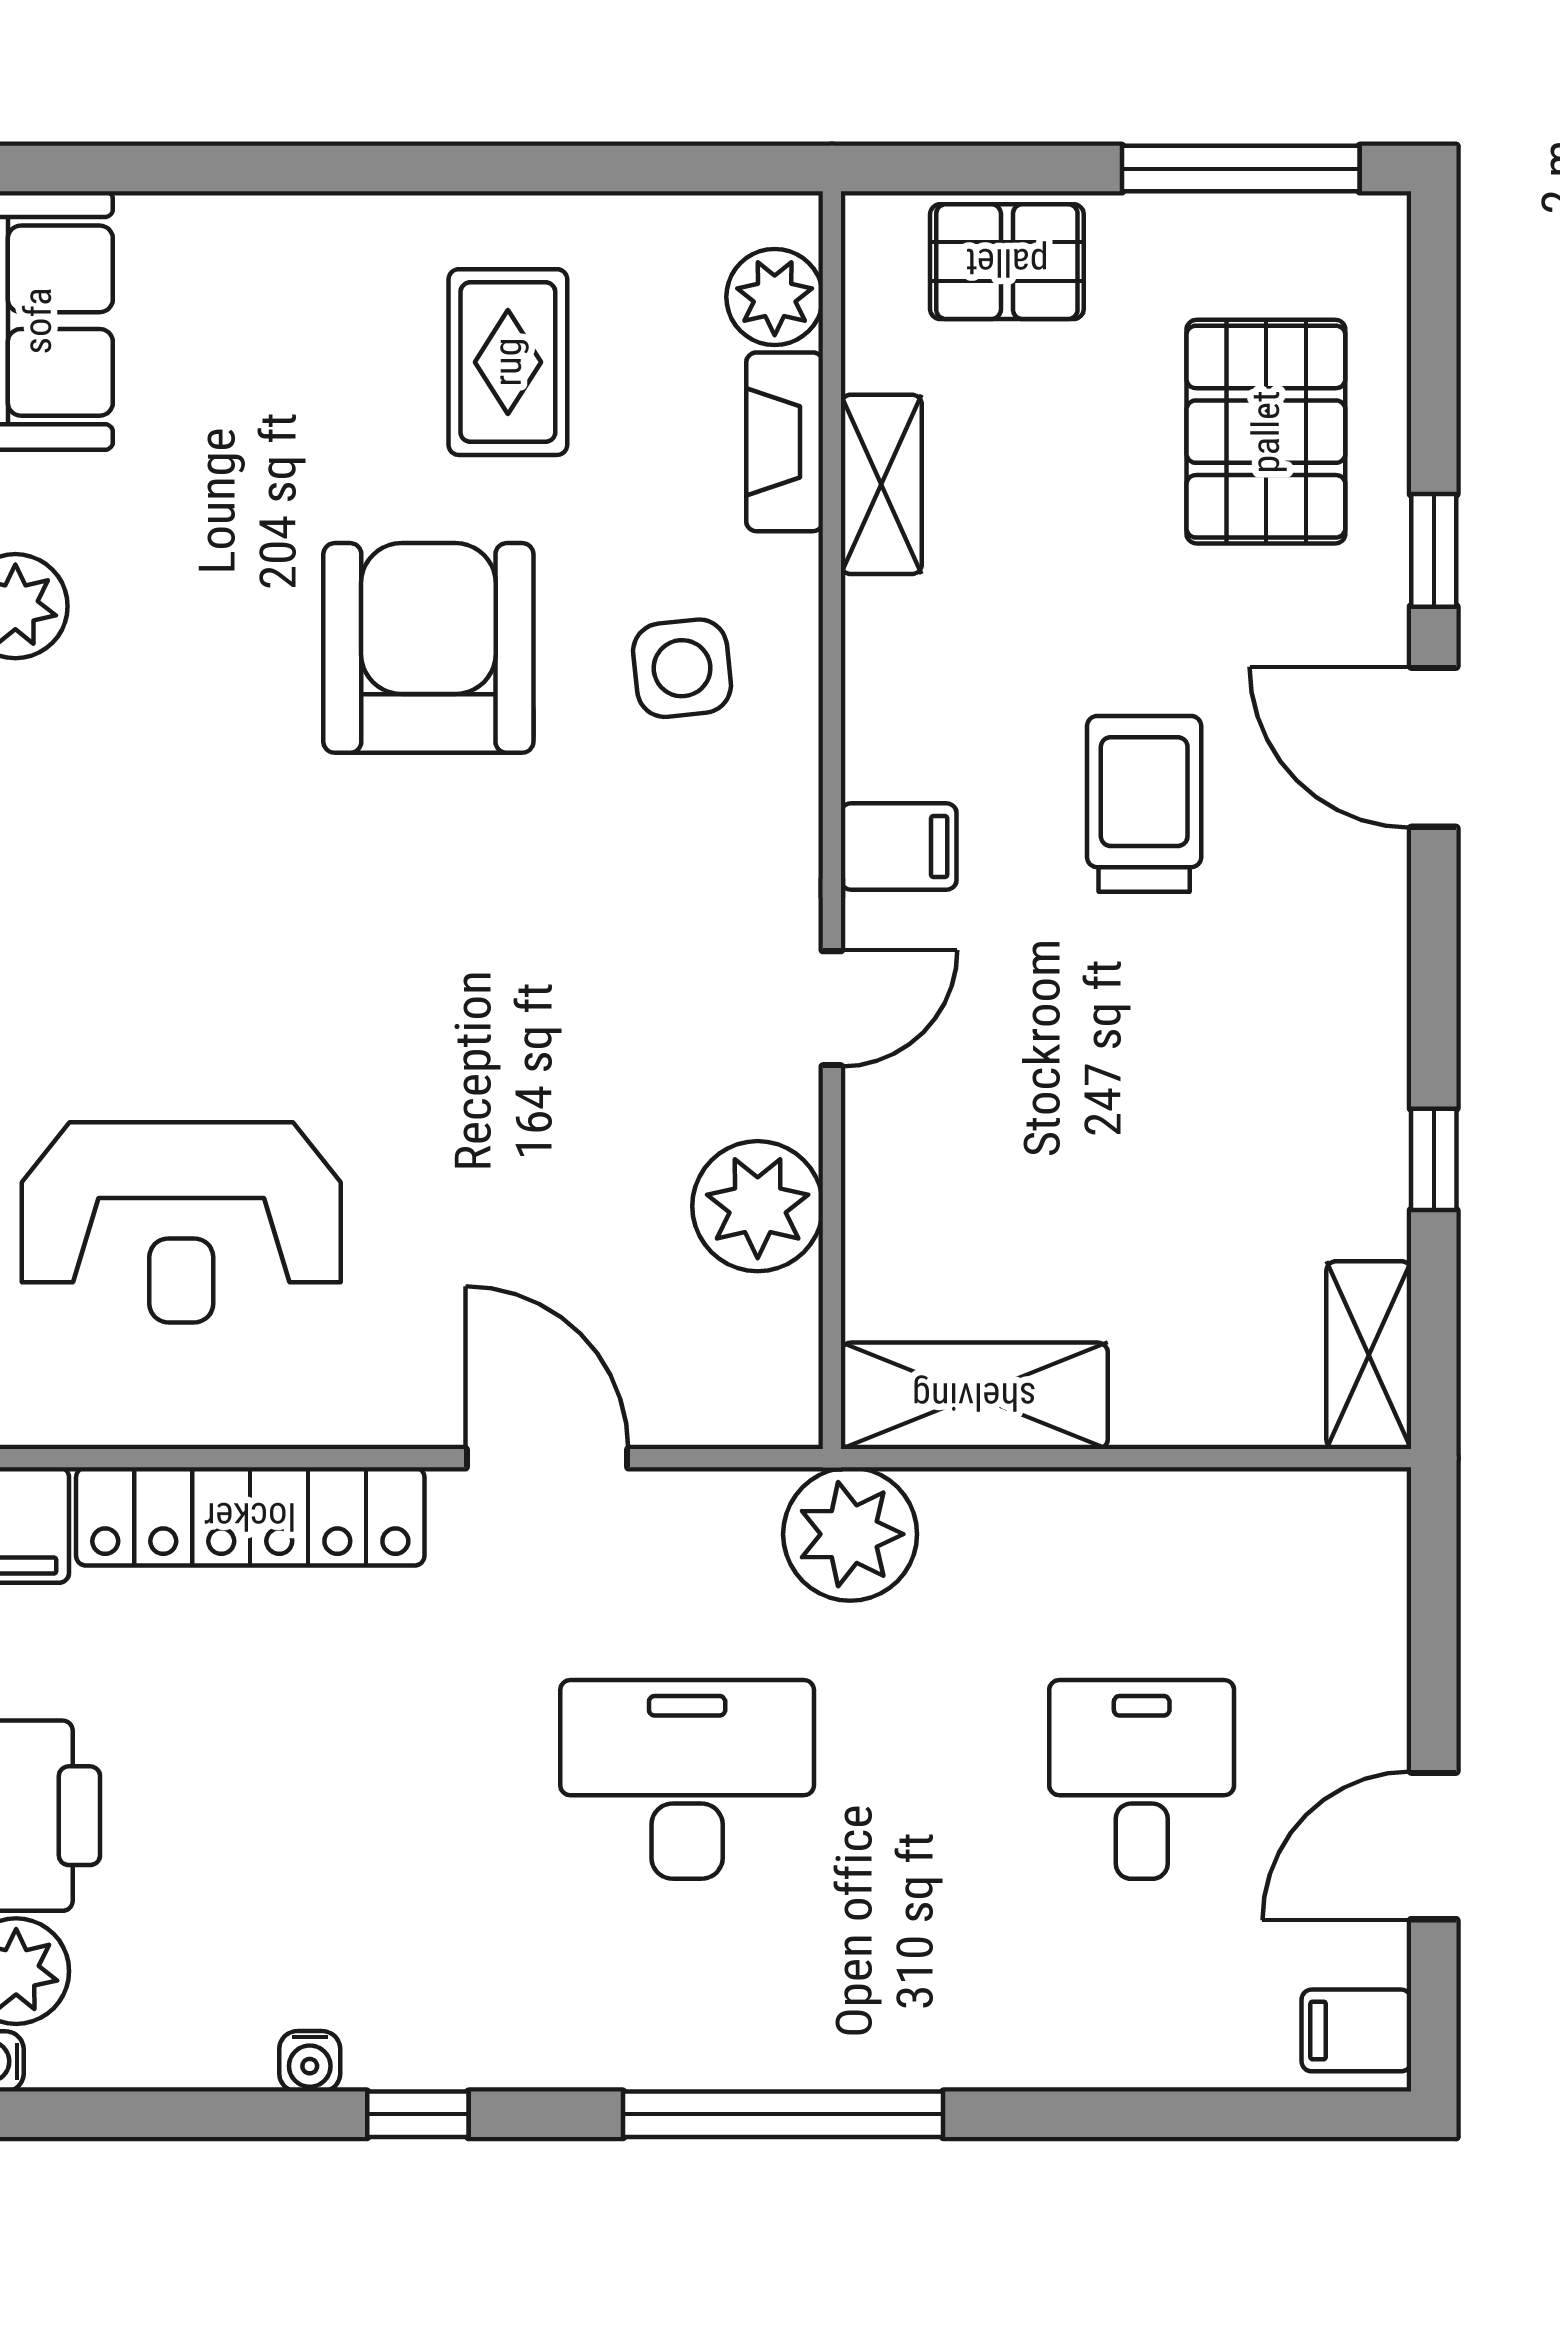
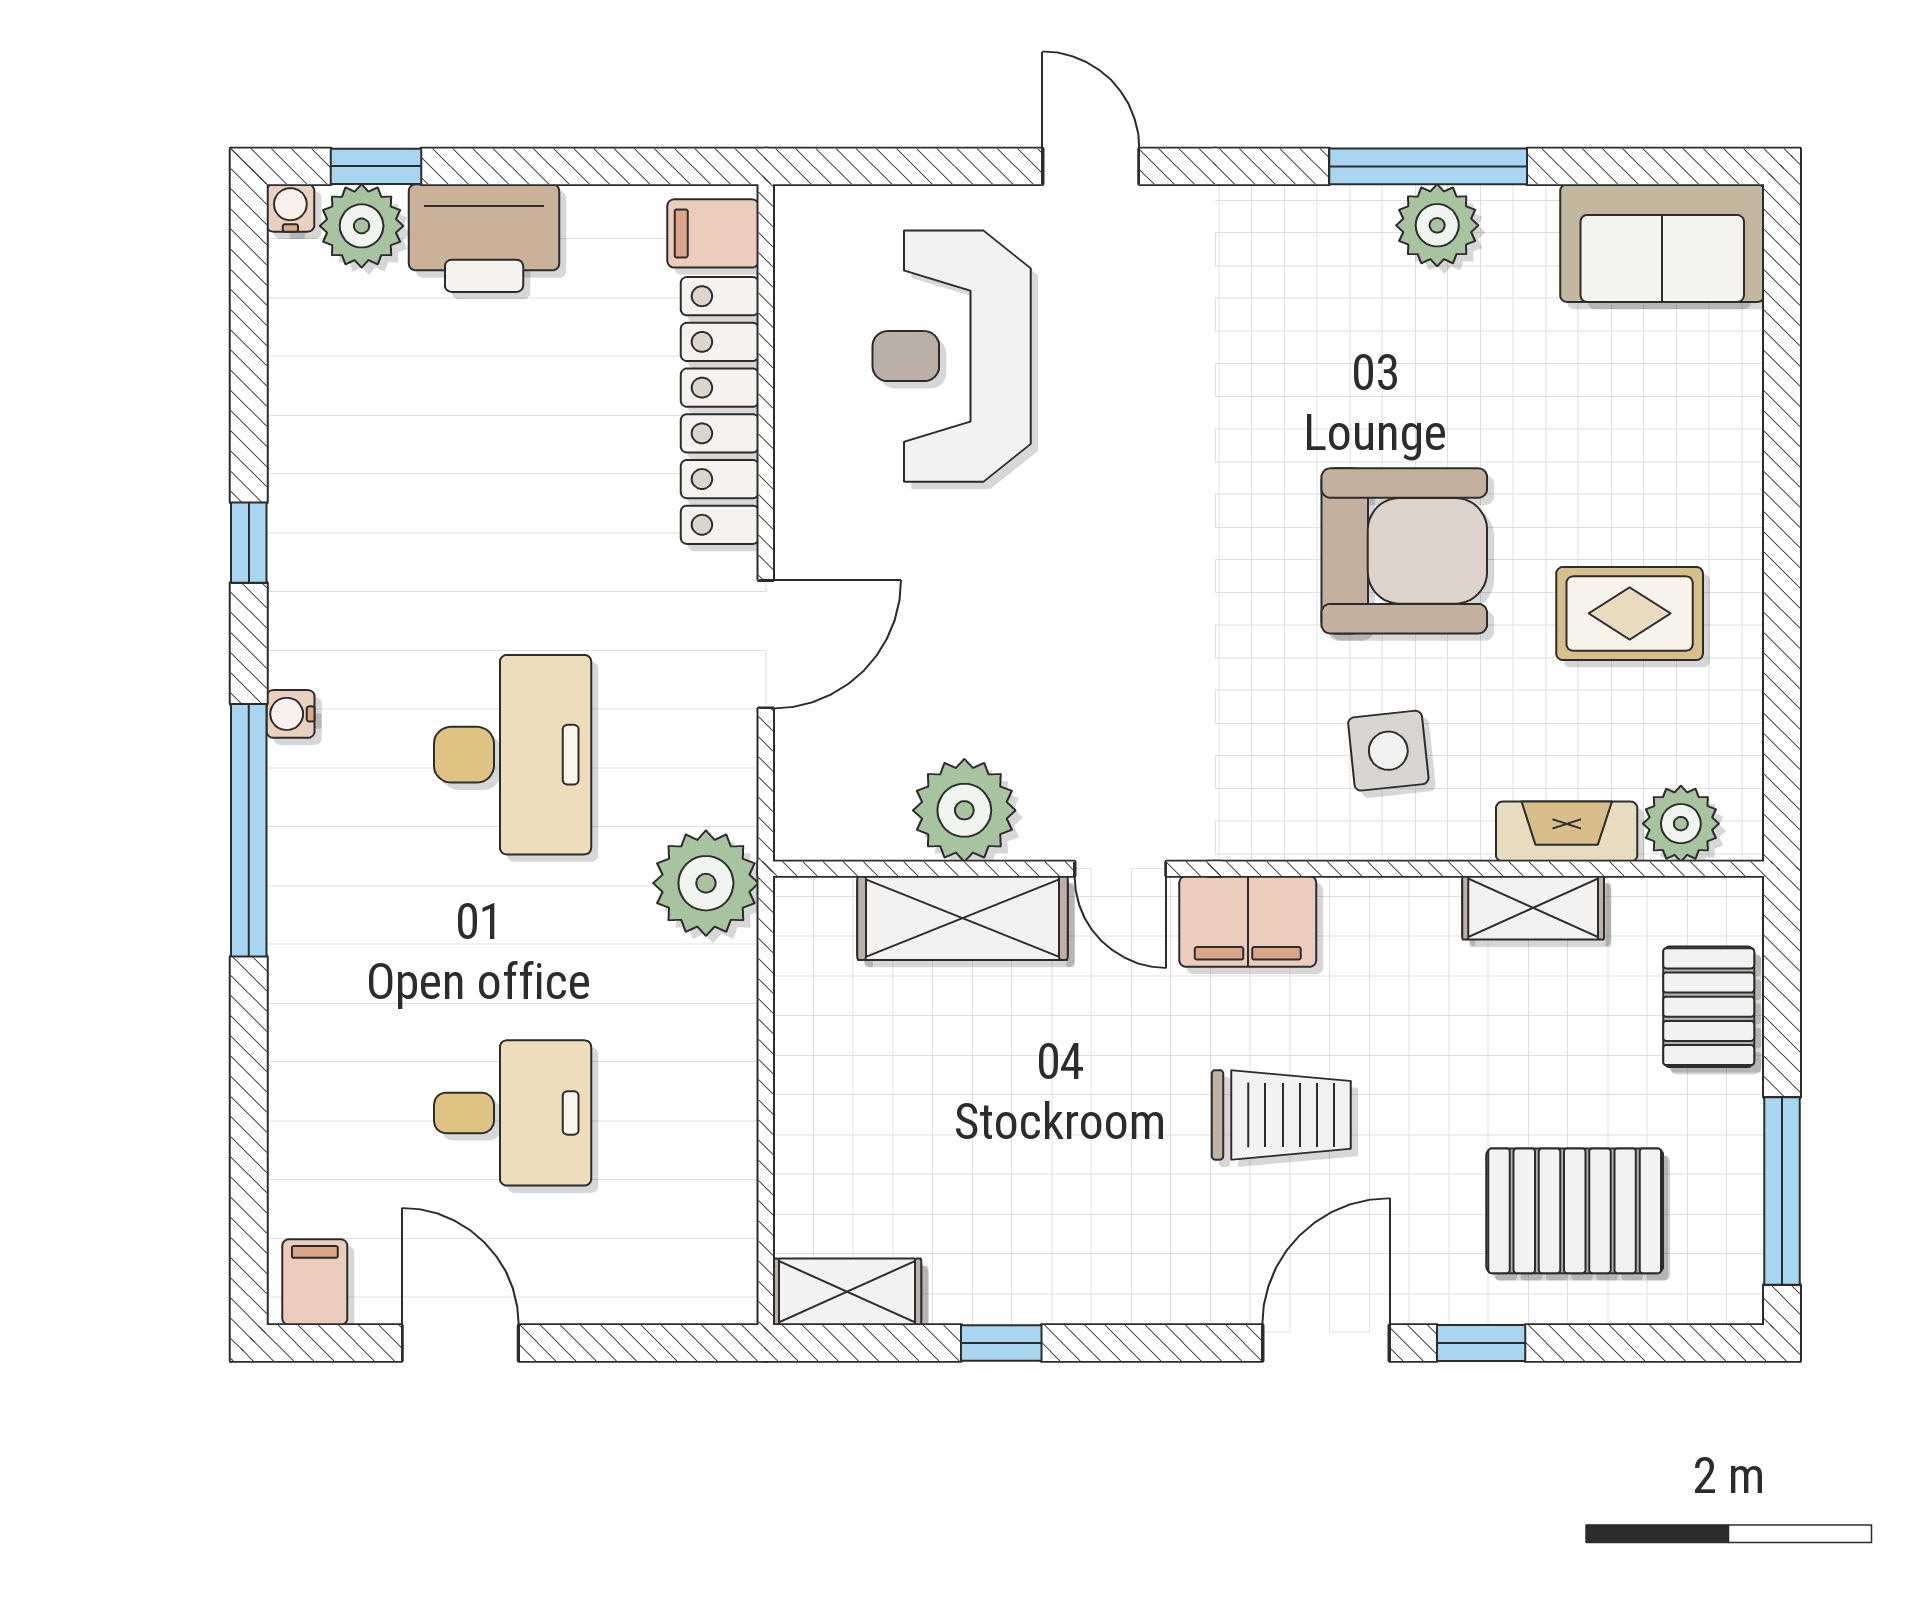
filing cabinet: (899, 847) -> (1248, 921), width x2.00
shelving: (974, 1396) -> (962, 918), moved, turned 90
water cooler: (310, 2061) -> (291, 714), moved

